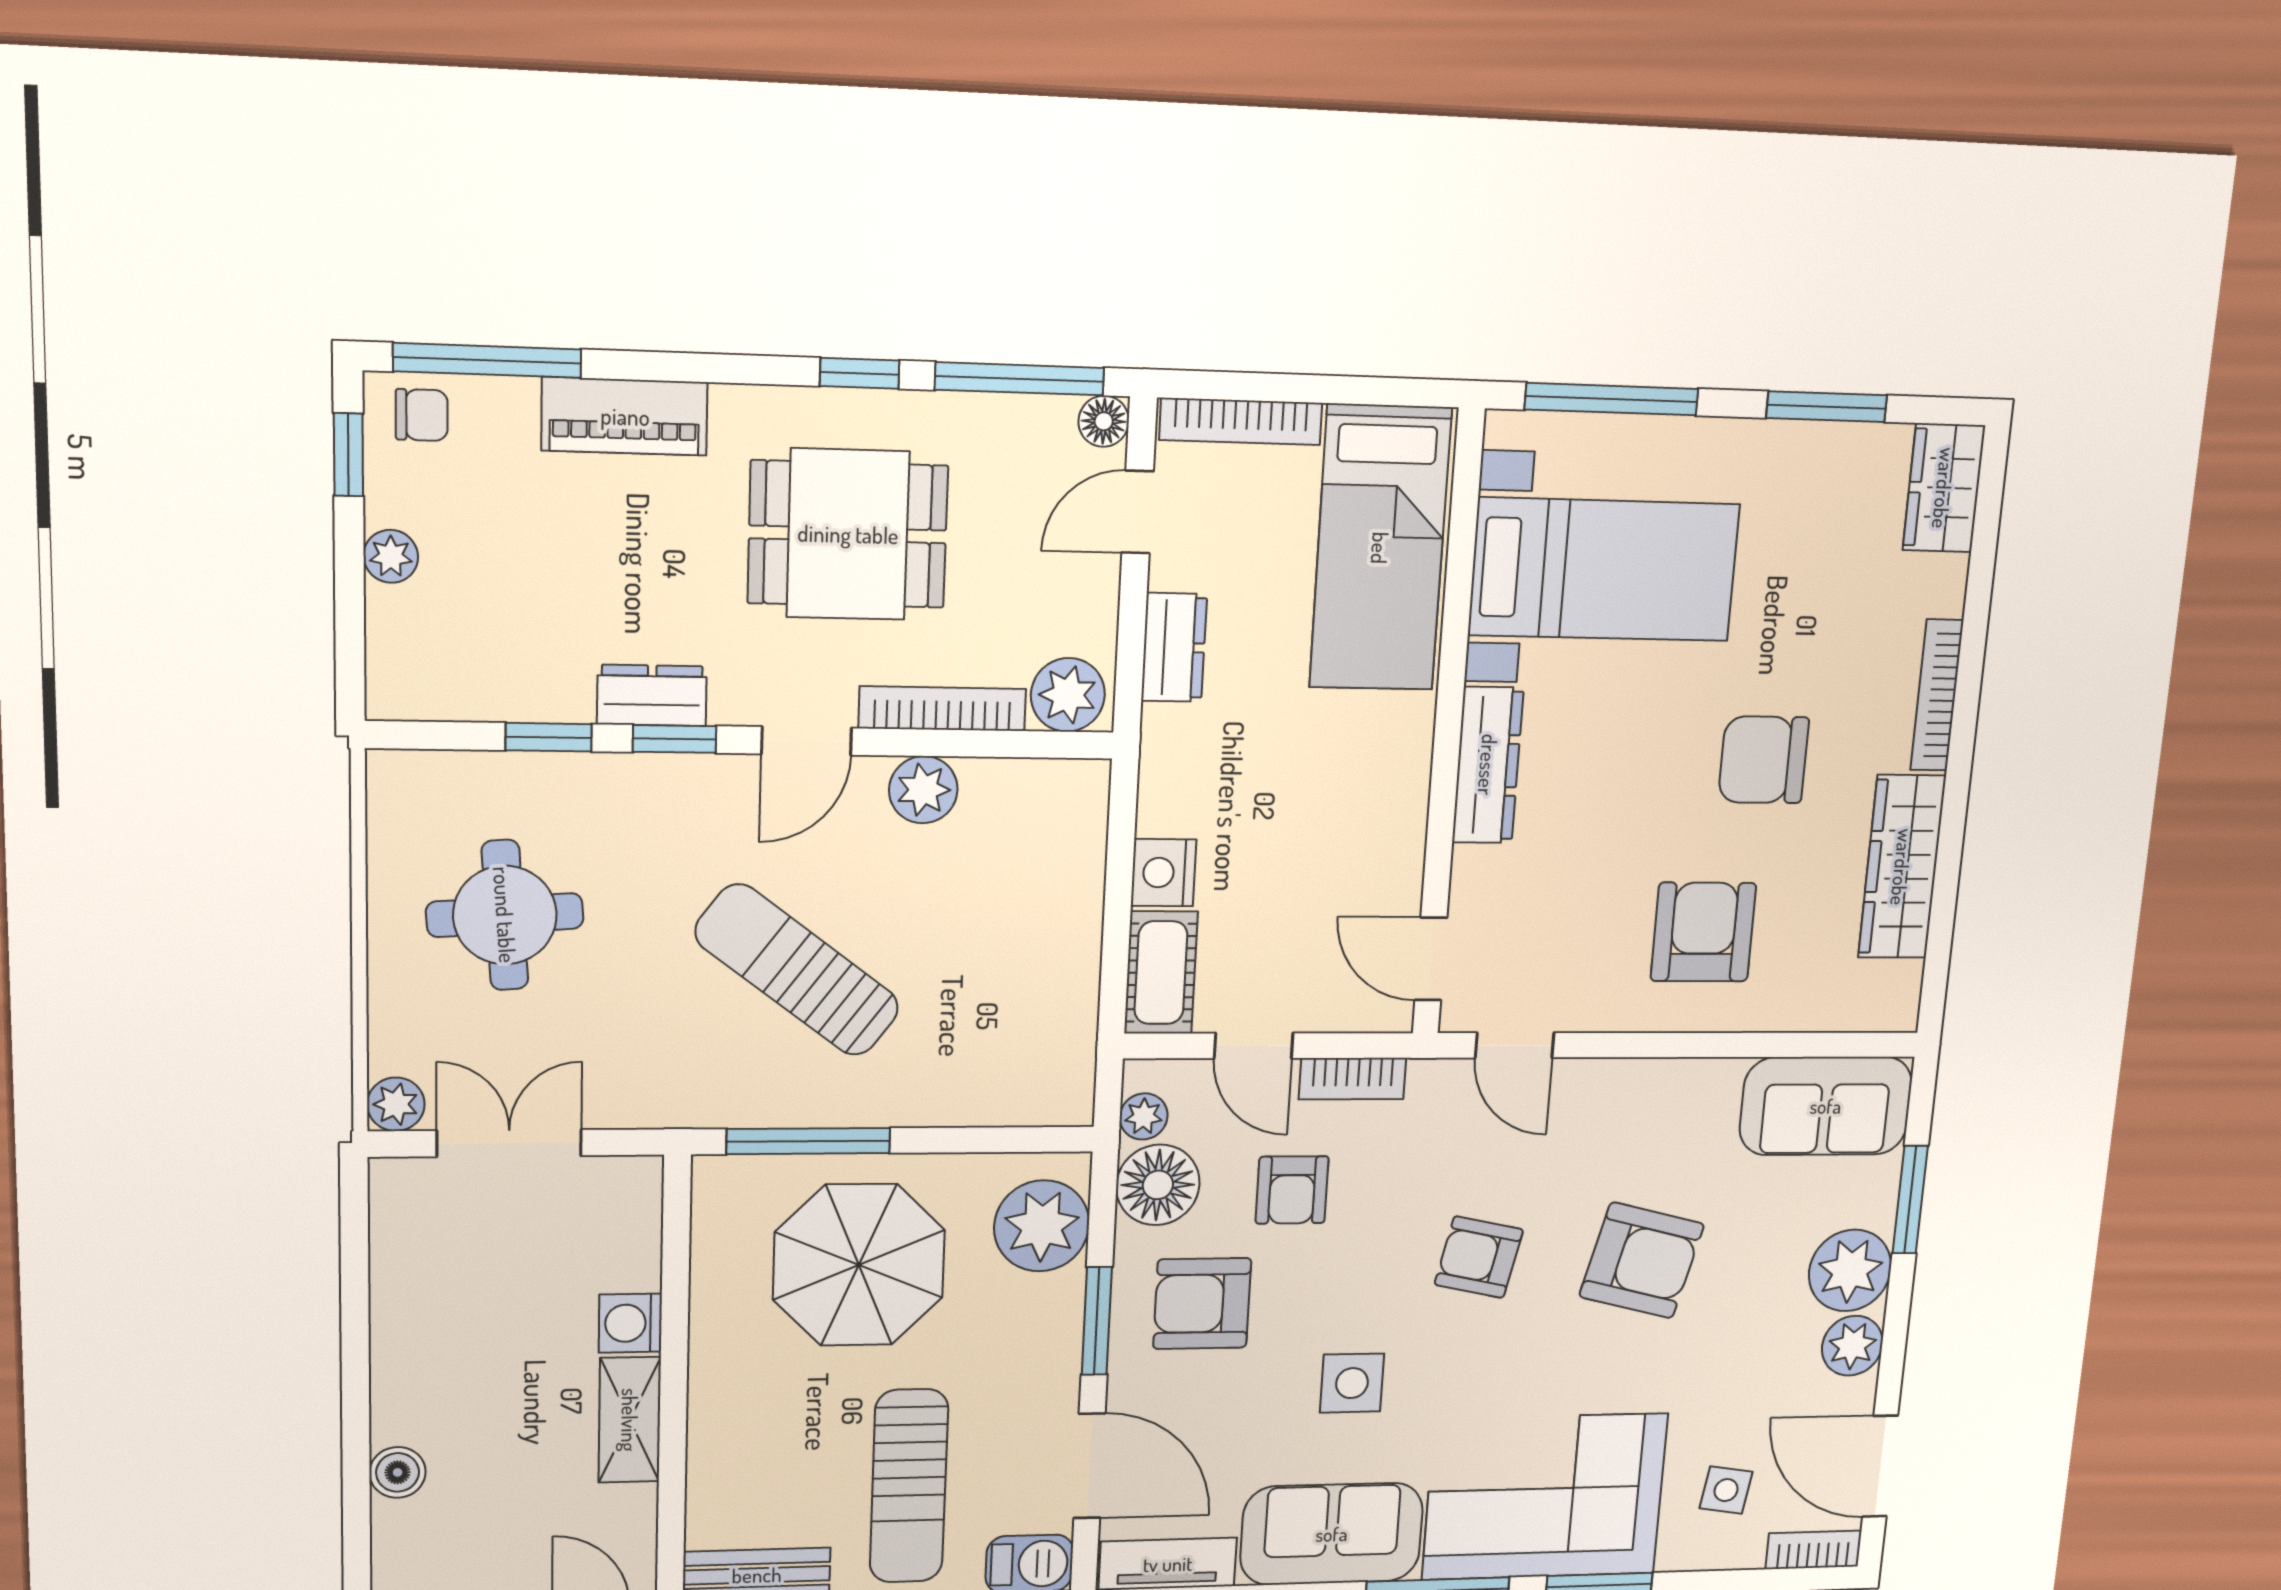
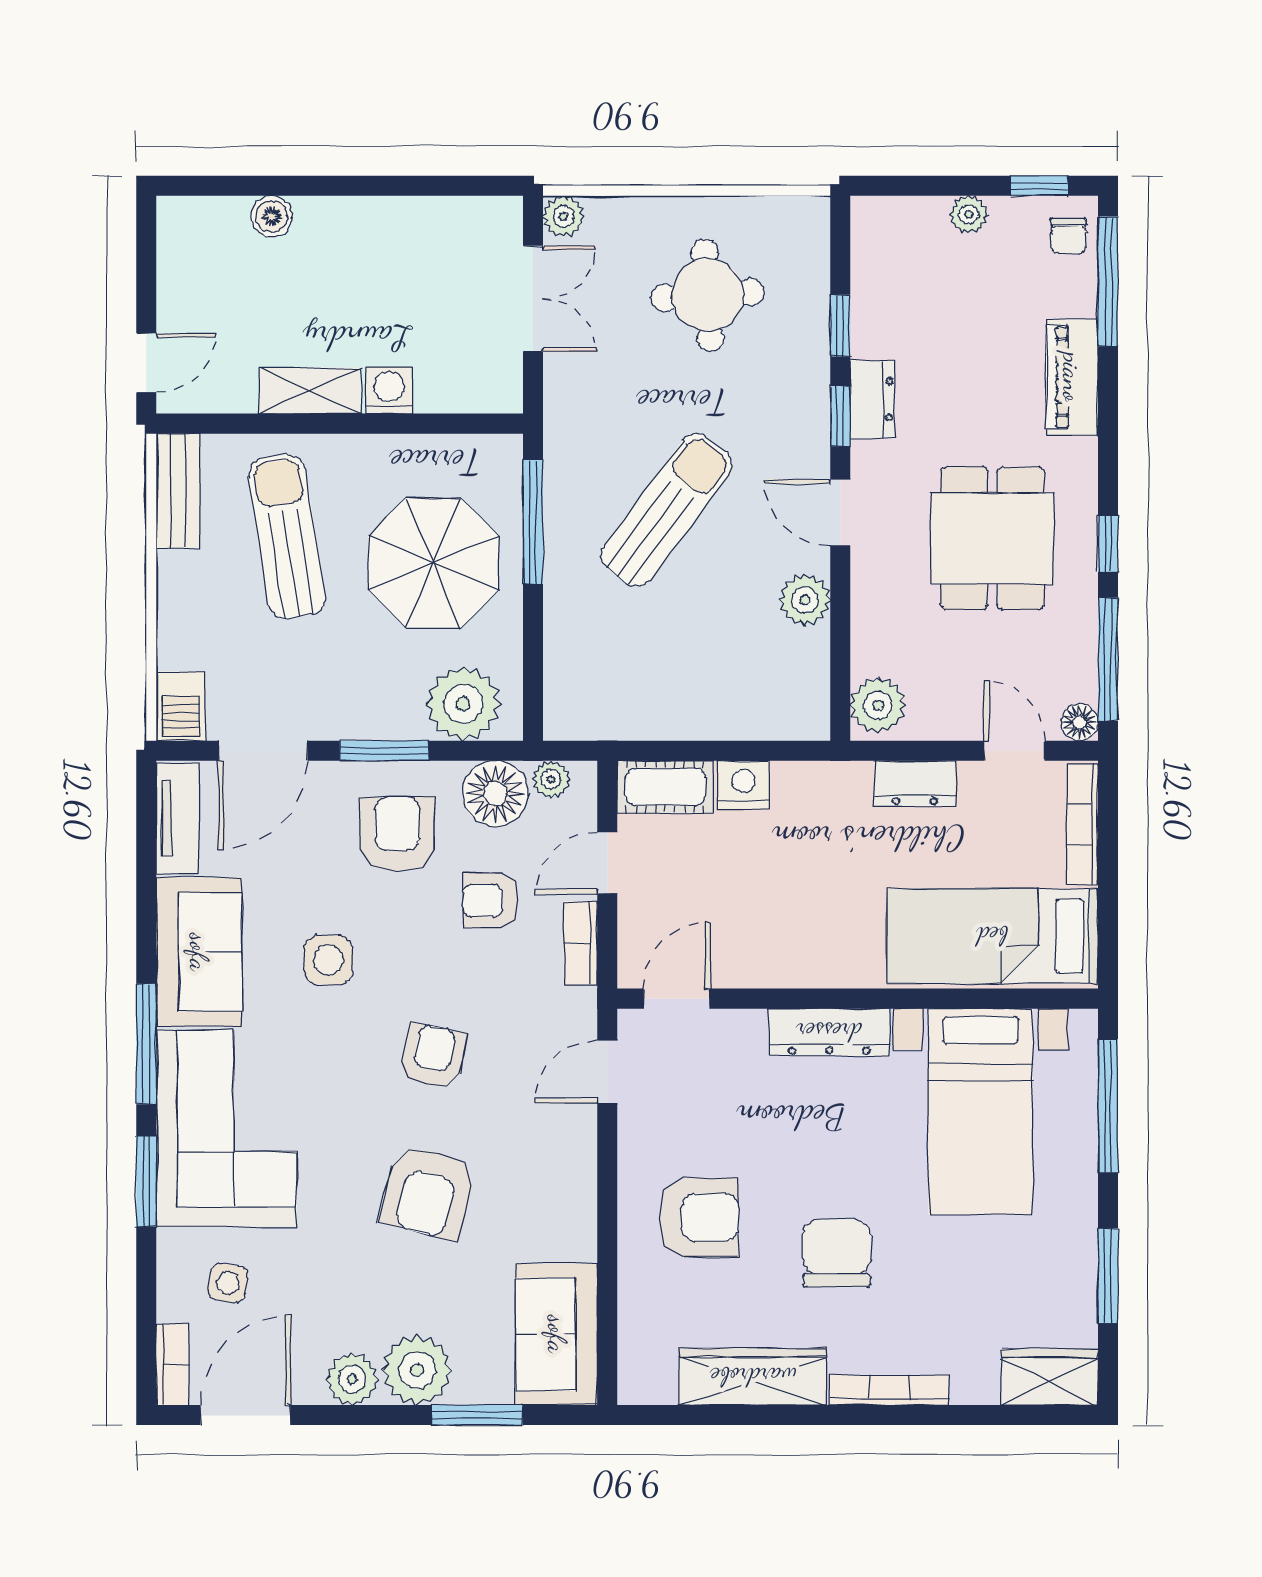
bookcase: (942, 709) -> (866, 612), removed
sun lounger: (909, 1486) -> (287, 537), moved, turned 81

